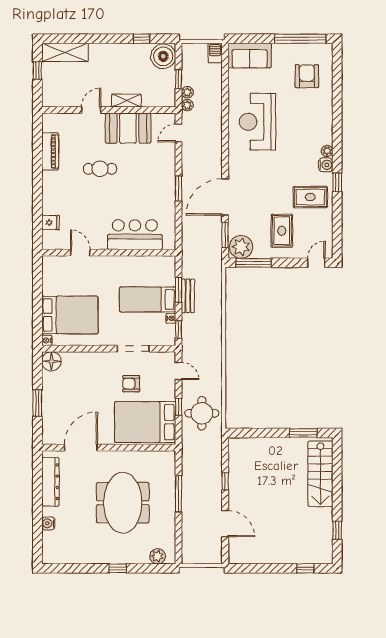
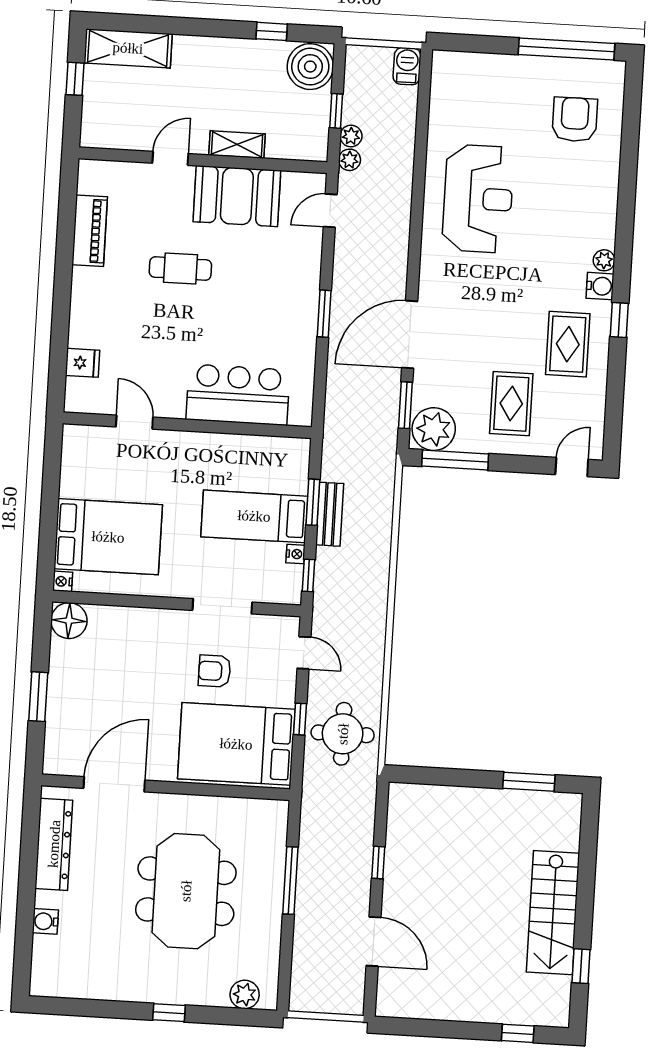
sofa: (250, 56) -> (471, 75), removed
reception desk: (257, 122) -> (478, 199), turned 180
rug: (310, 197) -> (568, 344), turned 90
stairs: (320, 474) -> (553, 913), moved

